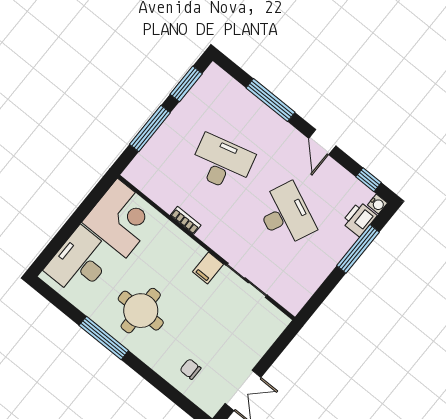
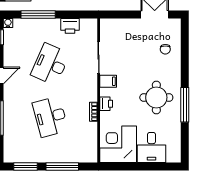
printer: (359, 219) -> (70, 26), moved
printer: (183, 244) -> (106, 104), added
desk: (80, 262) -> (151, 147), width x0.73

